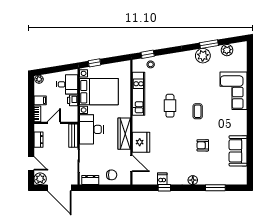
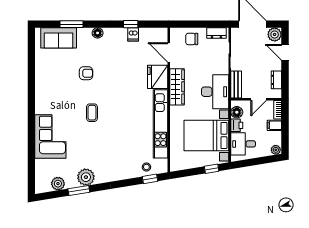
kitchen unit: (139, 94) -> (160, 124), width x1.36
cafe table: (170, 106) -> (124, 119), removed
floor lamp: (73, 112) -> (237, 112), added
sofa: (238, 151) -> (59, 38), moved, turned 90

